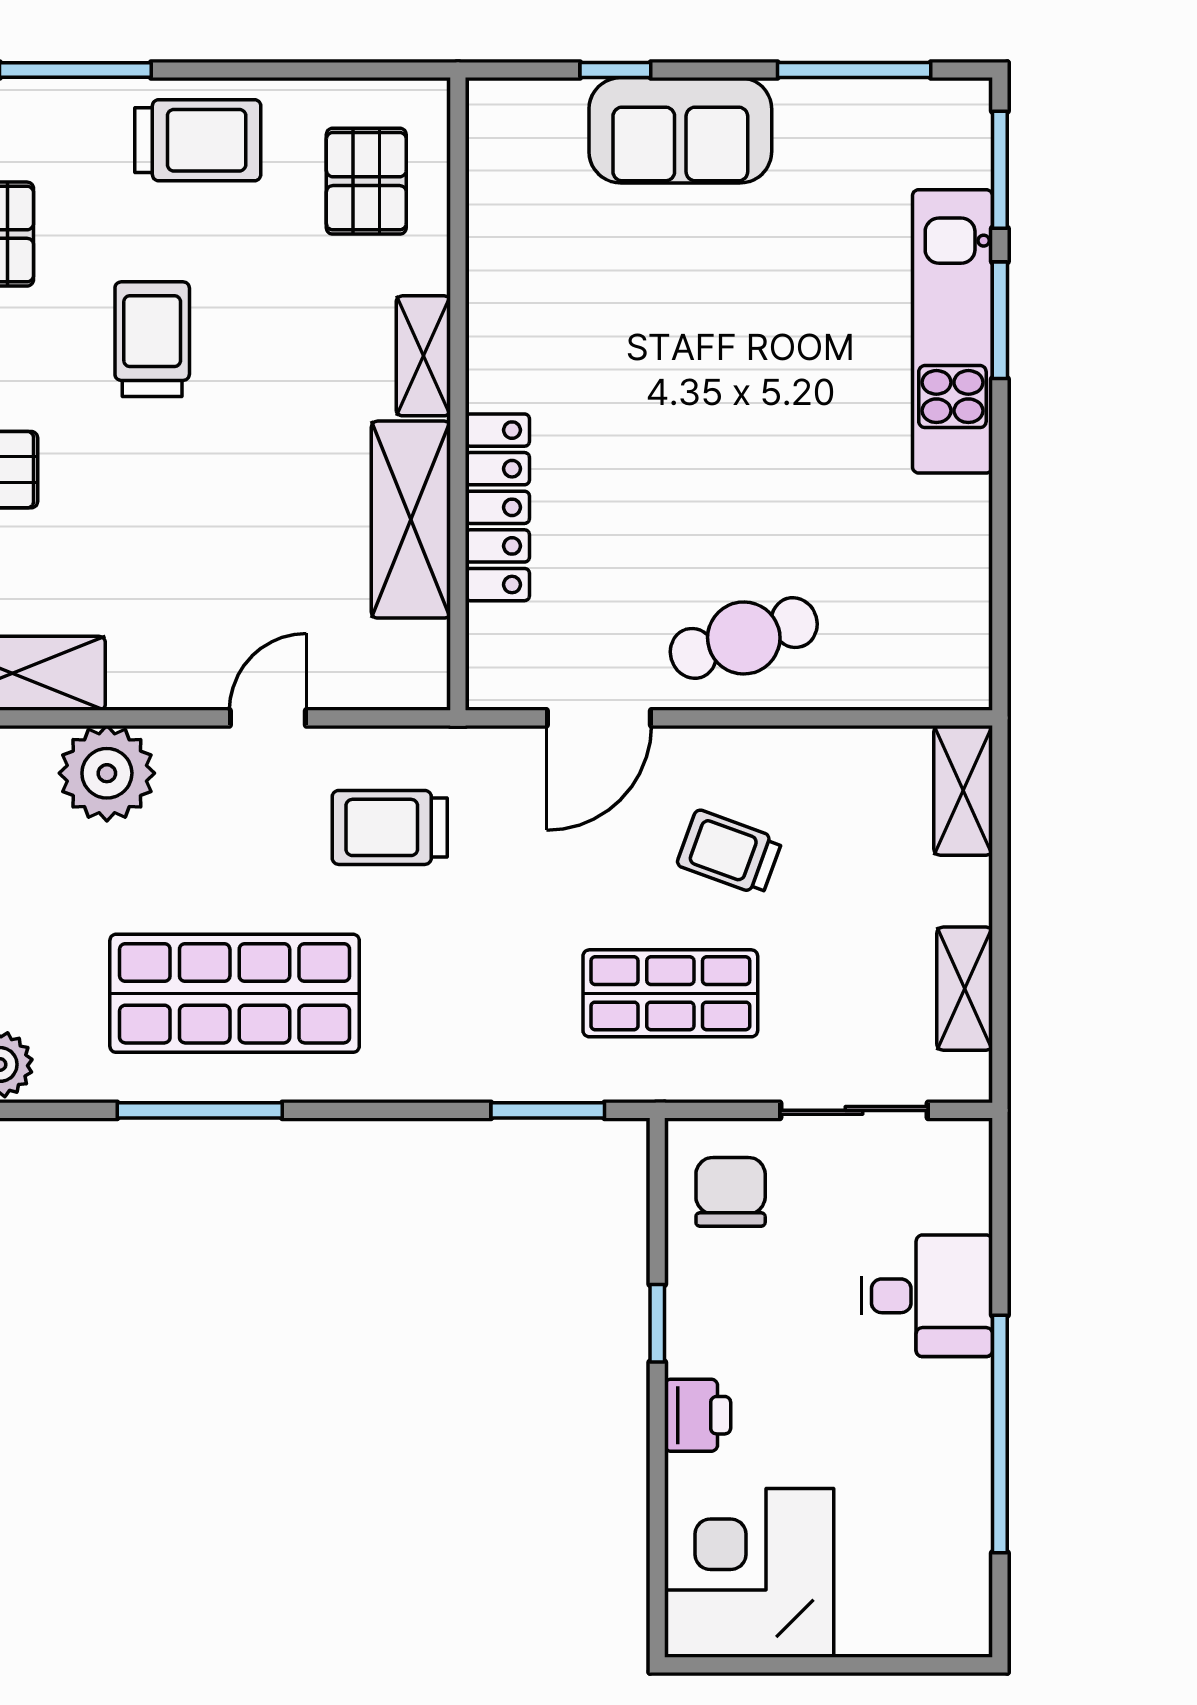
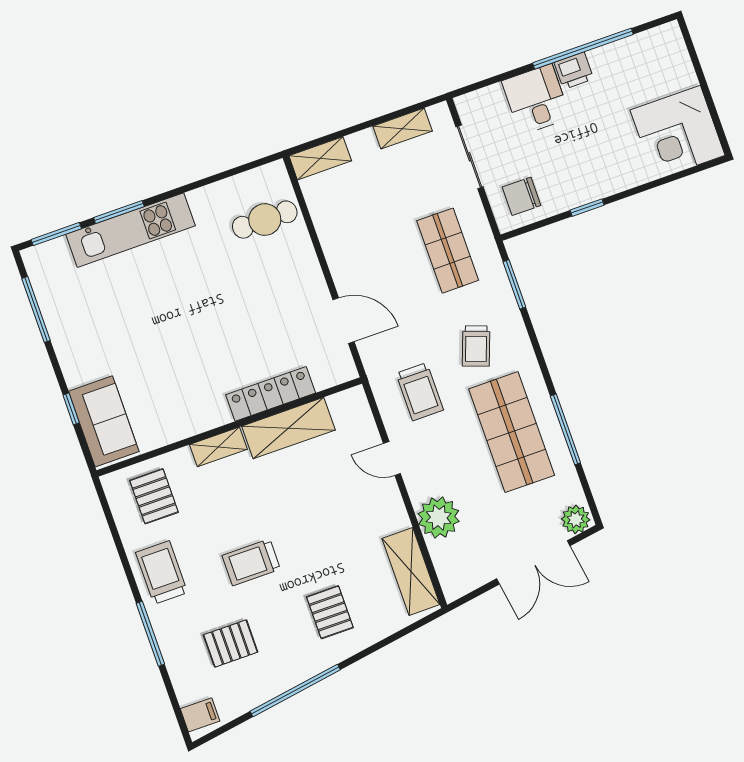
sofa: (680, 130) -> (104, 421), moved
pallet: (366, 181) -> (154, 496), turned 90
cafe table: (744, 638) -> (265, 220), moved, turned -73
trolley: (729, 852) -> (476, 346), moved
printer: (698, 1415) -> (574, 71), moved, turned 180

